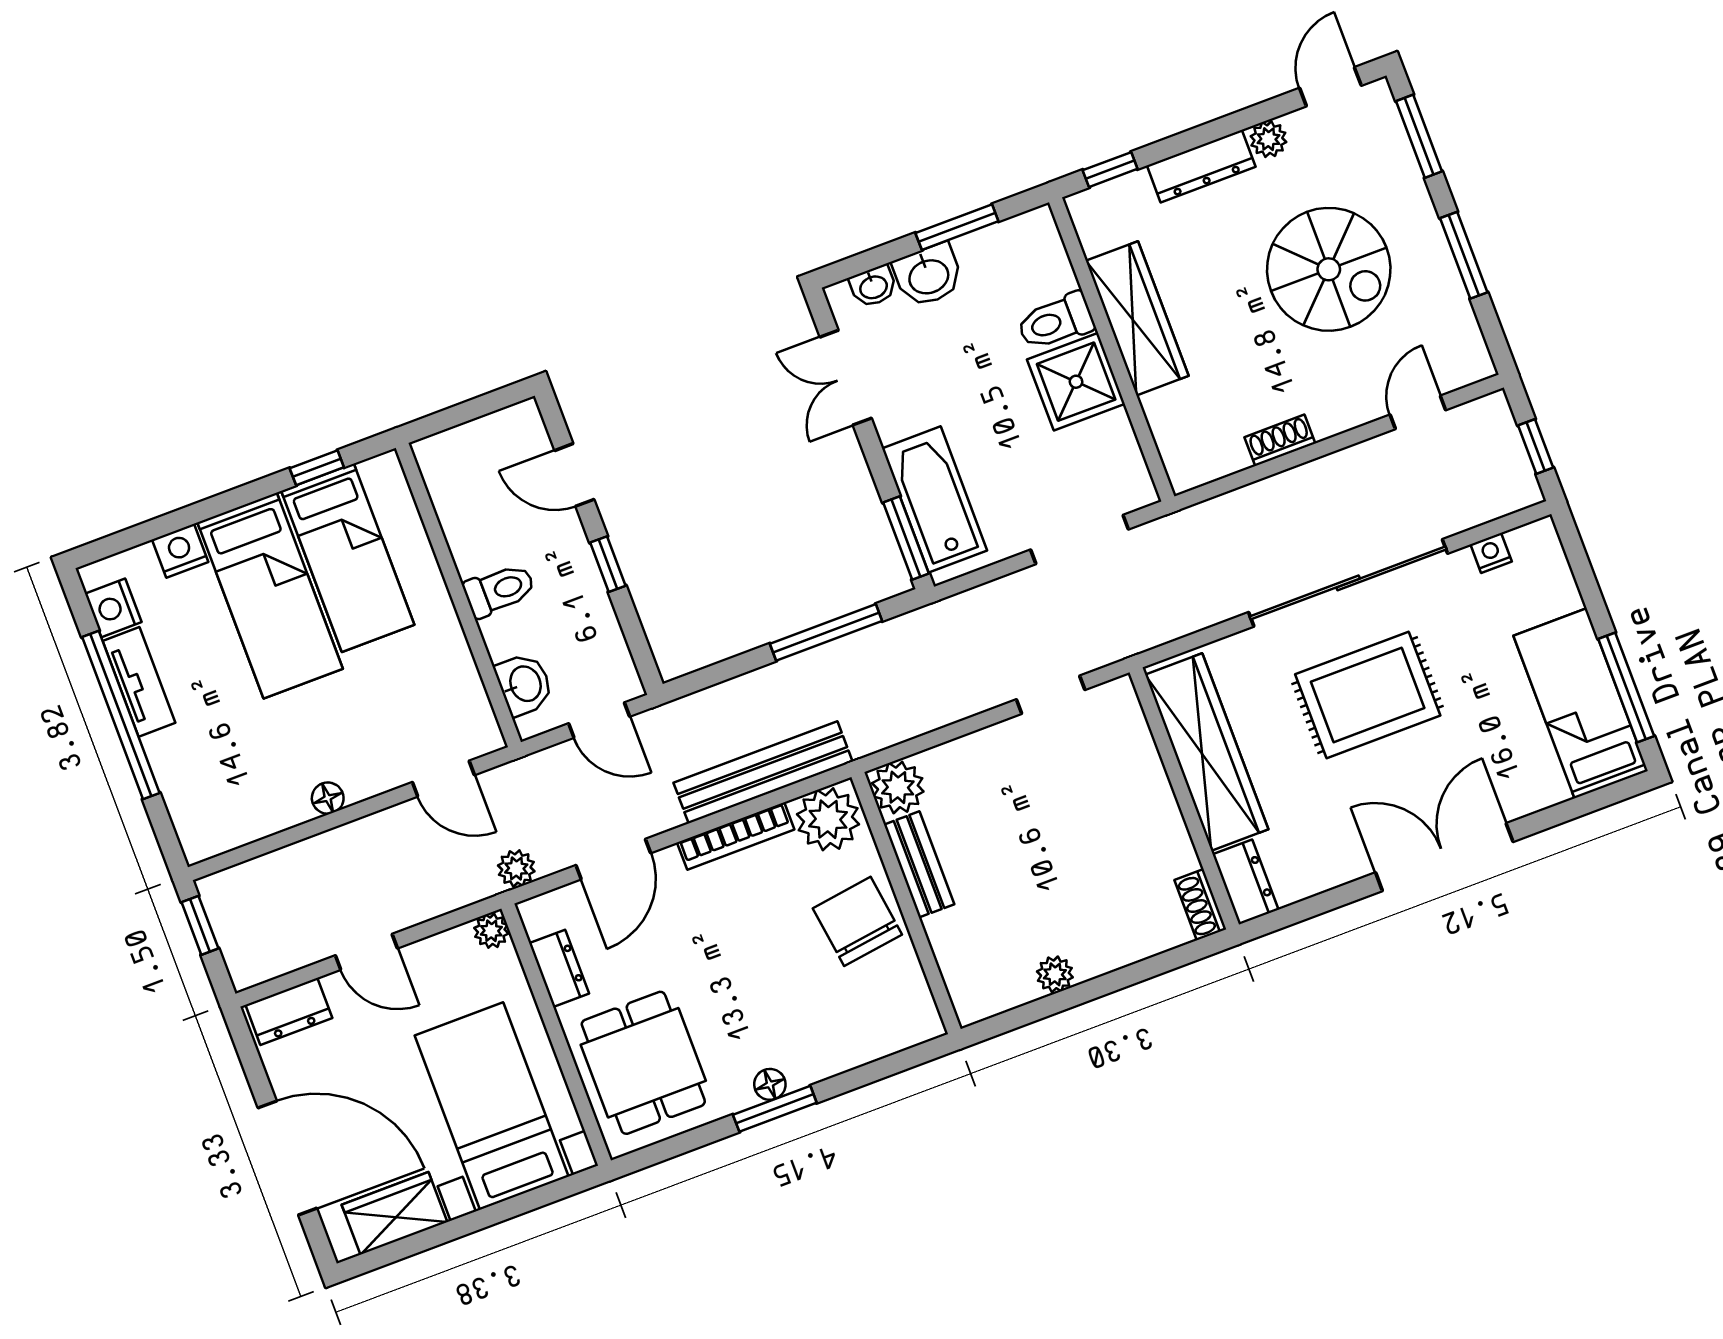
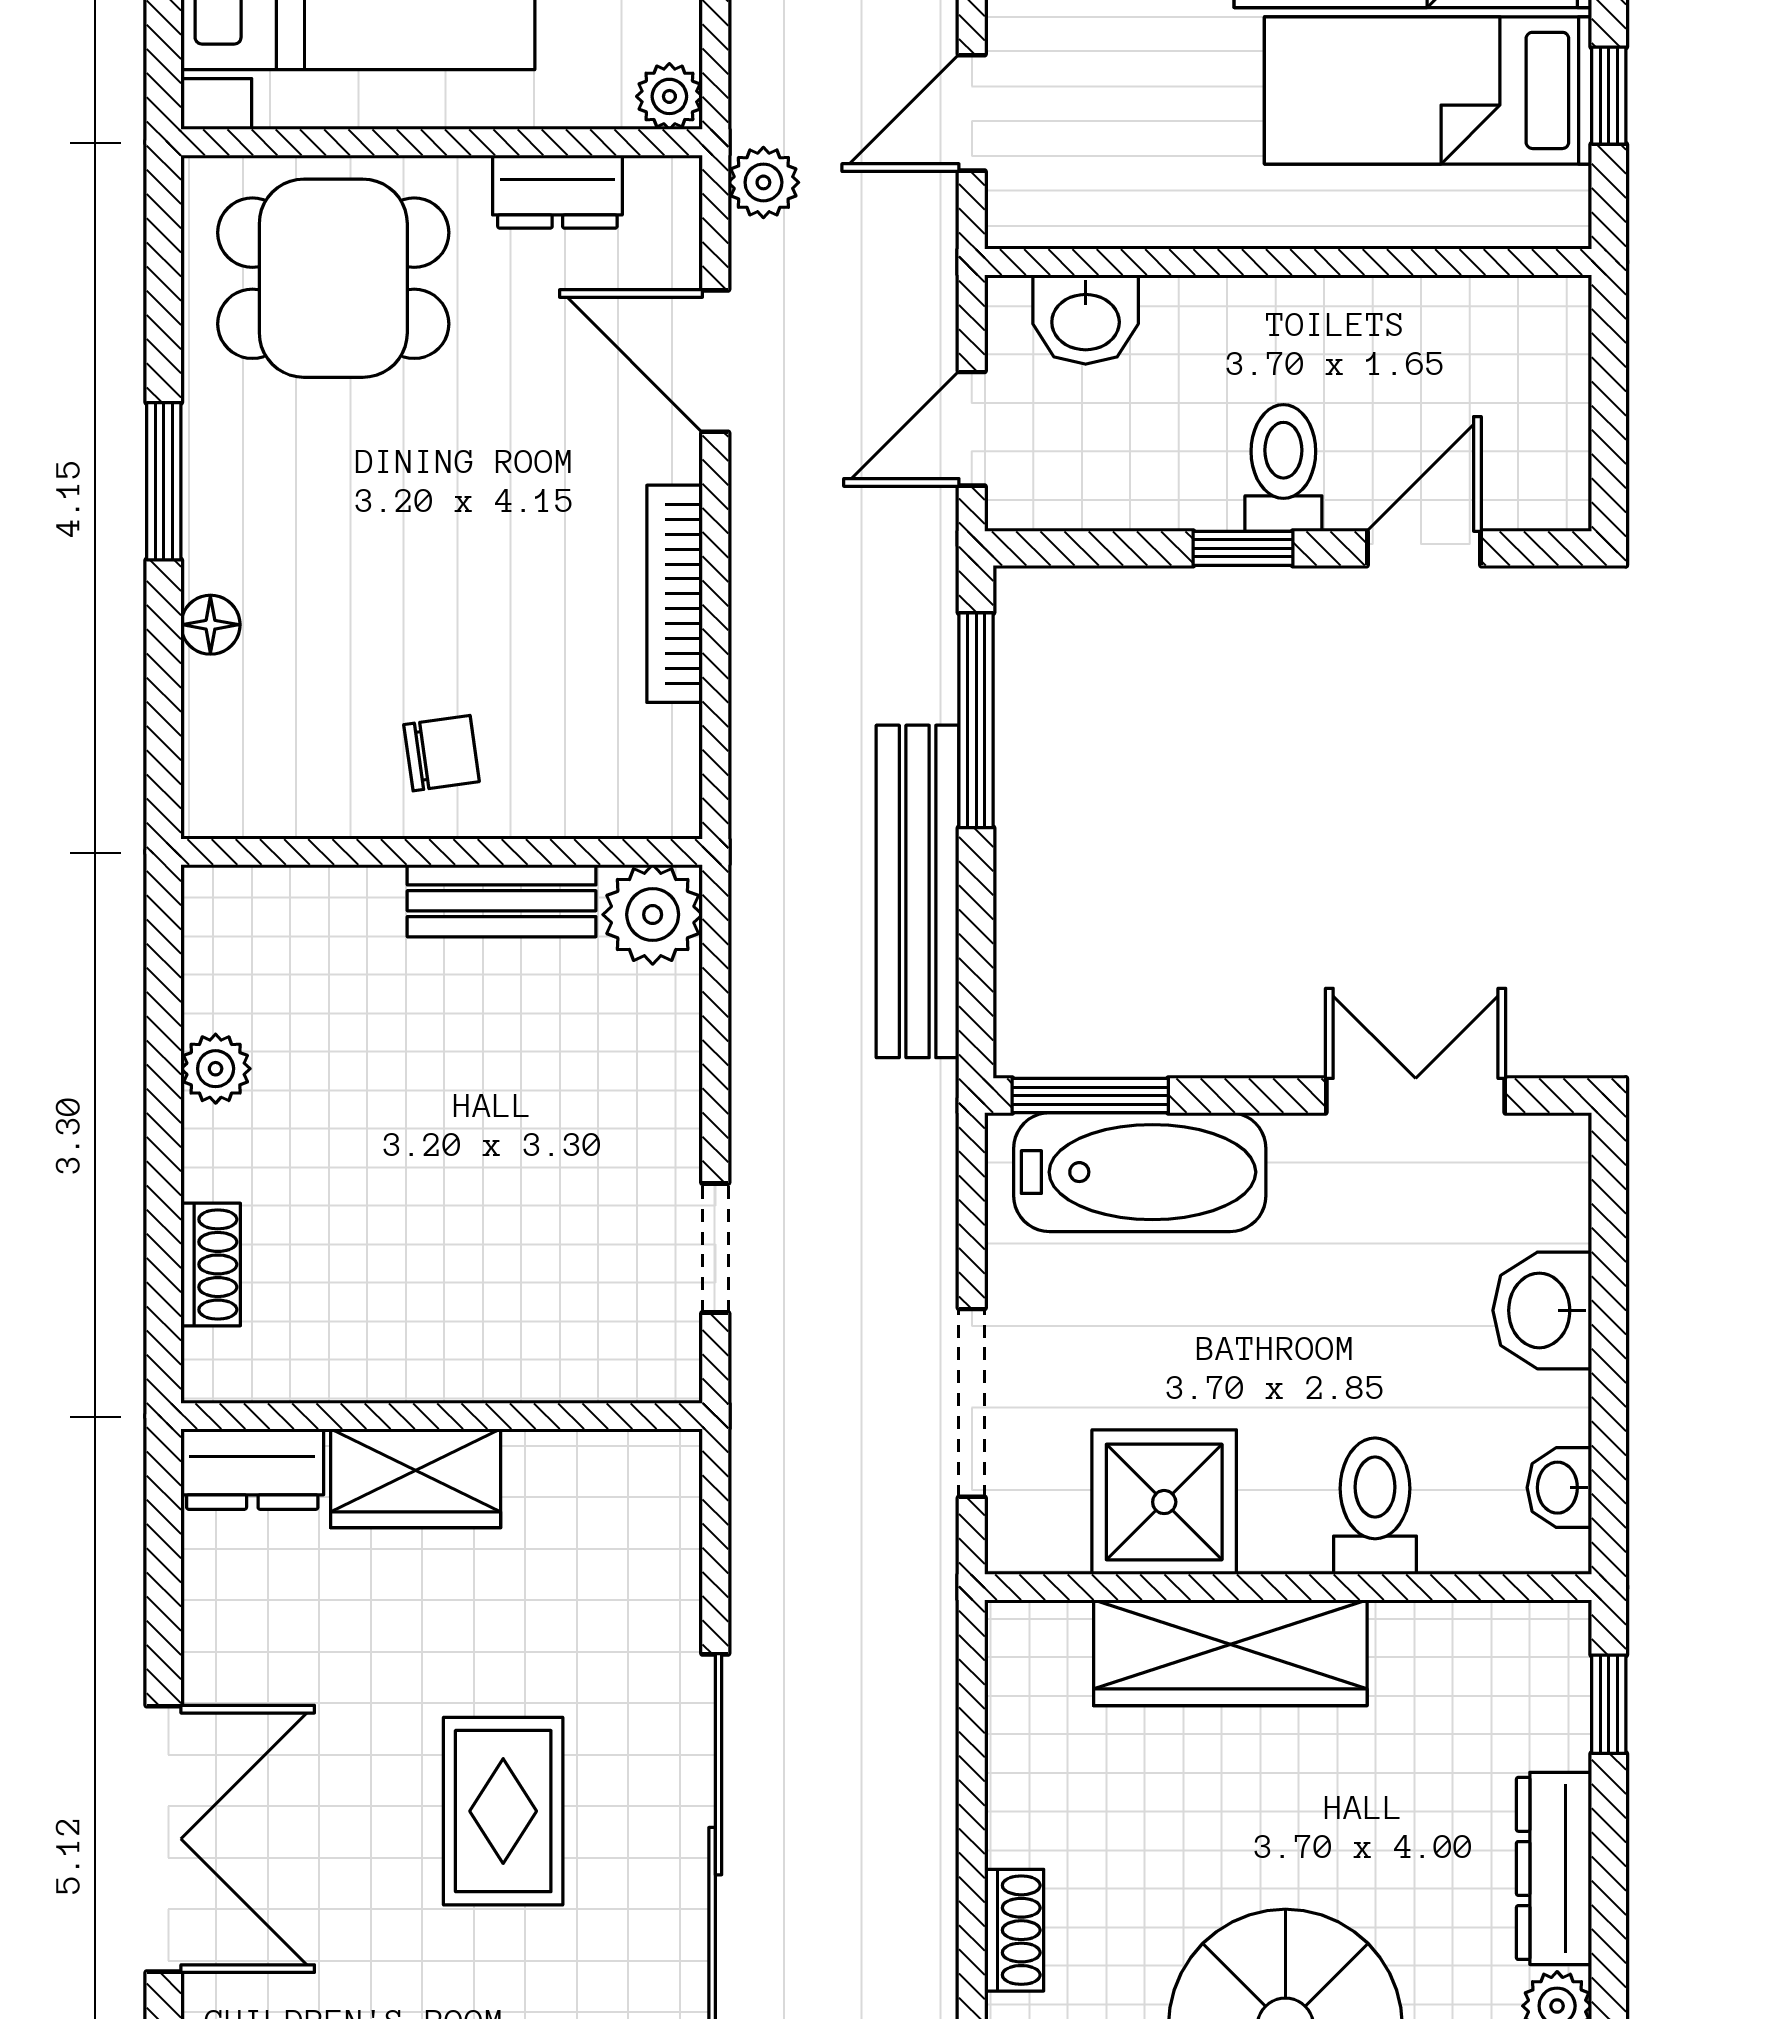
window: (957, 227) -> (1609, 1394), removed
washbasin: (873, 286) -> (1559, 1488), moved
wardrobe: (1137, 318) -> (1230, 1653), moved
shower: (1076, 382) -> (1164, 1502), moved
shoe rack: (1280, 440) -> (1014, 1930), moved
toilet: (499, 590) -> (1283, 468), moved, turned 180
window: (826, 632) -> (976, 720), moved
rug: (1368, 695) -> (503, 1811), width x0.73, depth x0.70
wardrobe: (1207, 752) -> (416, 1478), width x0.48, depth x0.85
bench: (763, 772) -> (918, 891), moved
plant: (828, 819) -> (643, 769), removed
shoe rack: (1200, 905) -> (211, 1264), moved, turned 90
chair: (857, 921) -> (442, 753), width x0.54, depth x0.54
floor lamp: (770, 1084) -> (210, 625), moved

